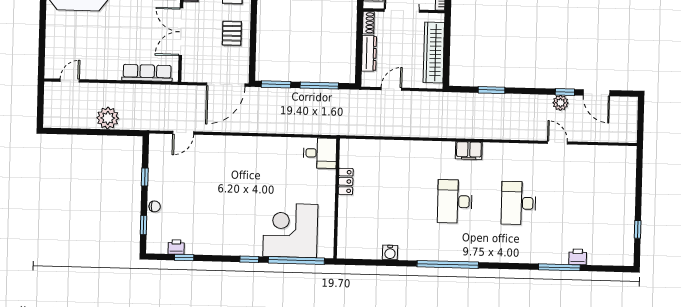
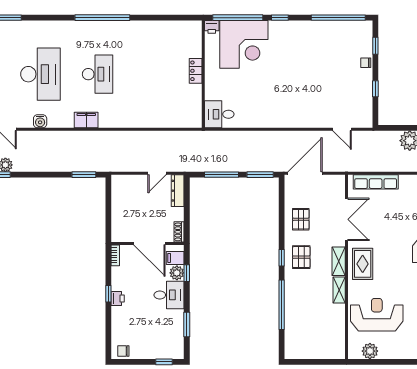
wardrobe: (434, 52) -> (120, 207), removed
dresser: (369, 53) -> (178, 191), moved
window: (492, 90) -> (84, 175), moved
door: (183, 133) -> (342, 129), swing flipped
locker: (346, 181) -> (196, 71), moved
desk: (519, 203) -> (41, 74), width x1.36, depth x1.30
printer: (176, 247) -> (212, 27), moved
water cooler: (390, 252) -> (40, 121), moved, turned 180
window: (184, 258) -> (338, 18), width x3.17

